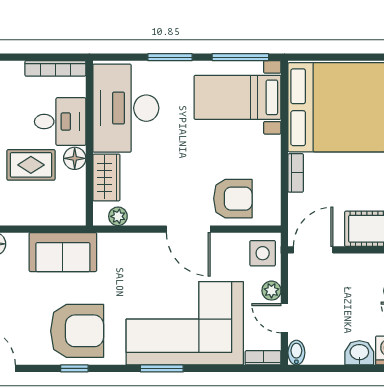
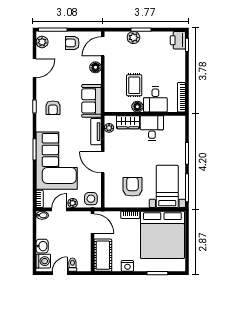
desk: (126, 108) -> (152, 128), width x0.53, depth x0.77
armchair: (233, 199) -> (132, 187), moved, turned 180
door: (188, 229) -> (103, 162), hinge flipped
tv unit: (126, 243) -> (96, 132), added
armchair: (77, 331) -> (53, 108), width x0.53, depth x0.53

